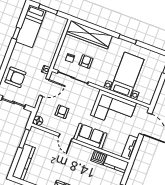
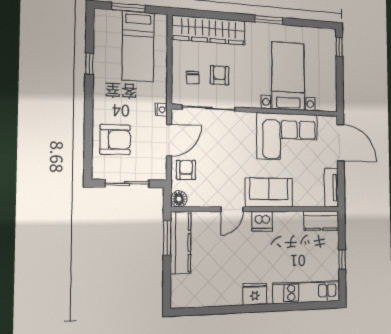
bed: (31, 26) -> (138, 46), moved
armchair: (62, 112) -> (186, 170), moved
door: (66, 137) -> (232, 209), hinge flipped
dishwasher: (99, 157) -> (262, 221), moved
kitchen counter: (24, 162) -> (181, 243), moved

